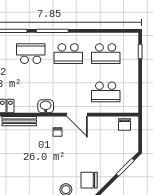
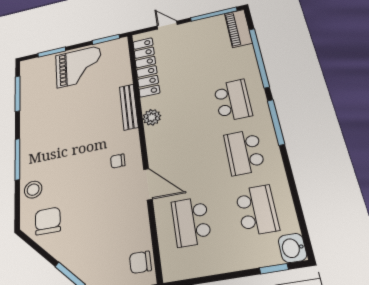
school desk: (106, 54) -> (257, 210), turned 180
washbasin: (46, 106) -> (292, 248), moved, turned 180
plant: (31, 107) -> (152, 117), added
door: (77, 115) -> (148, 184), swing flipped

